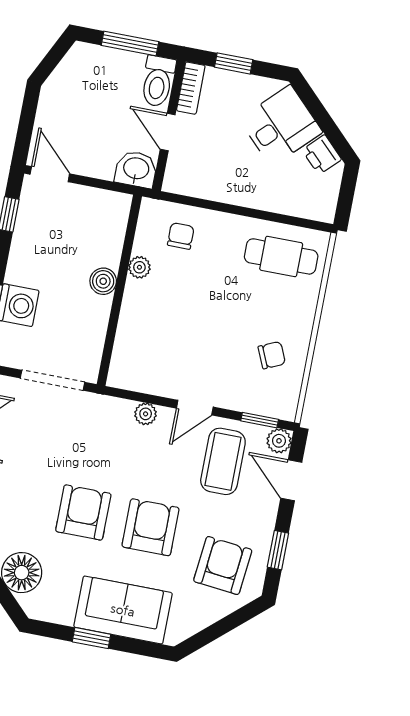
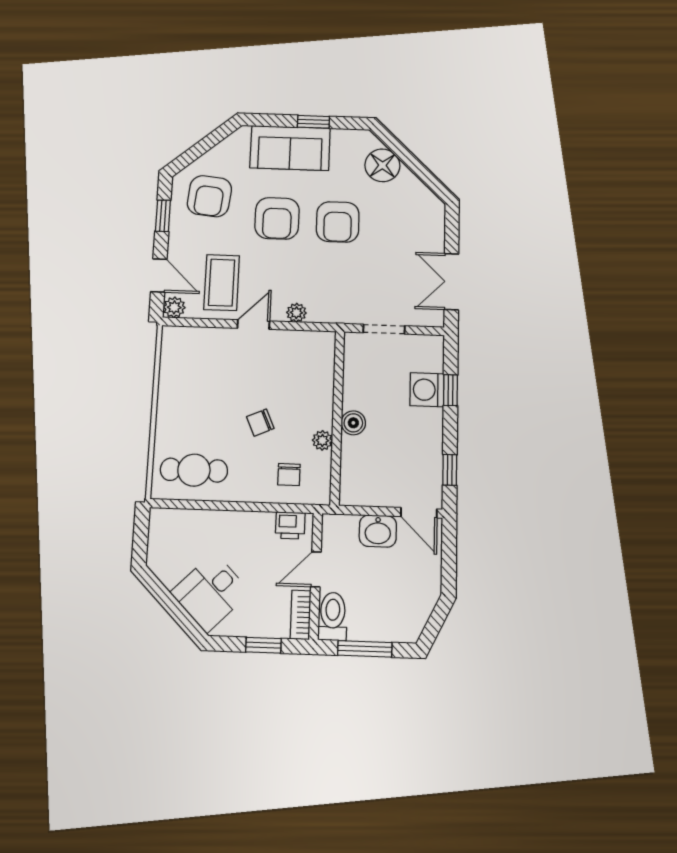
door: (168, 132) -> (316, 569), swing flipped
printer: (322, 155) -> (290, 525), moved, turned 135
washbasin: (136, 169) -> (378, 531), moved
chair: (272, 355) -> (260, 423), moved
doorway: (53, 380) -> (384, 329), width x0.73
window: (260, 420) -> (194, 322), removed

